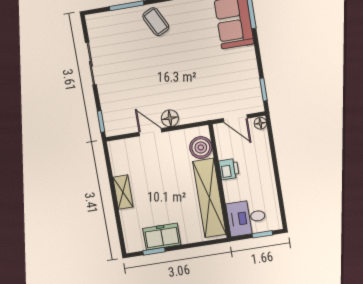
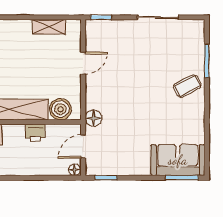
floor lamp: (170, 118) -> (93, 118), moved
shelving: (123, 192) -> (49, 27), moved

